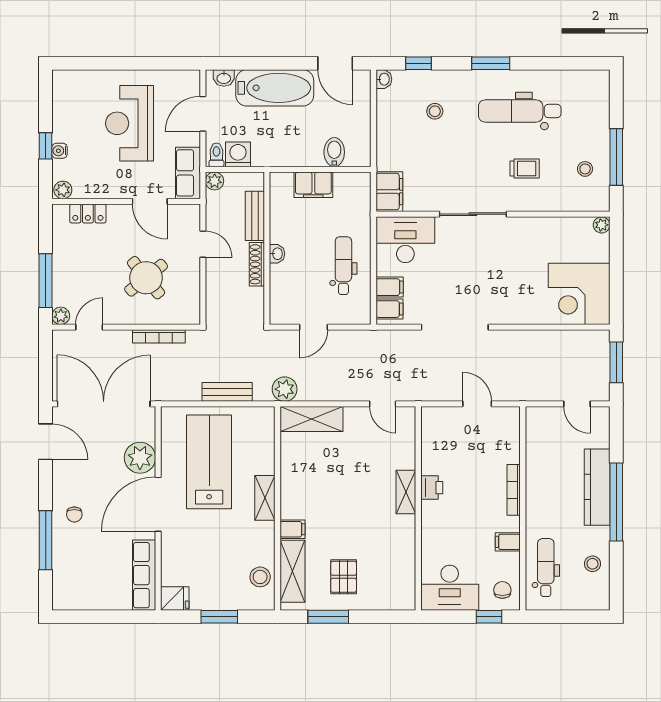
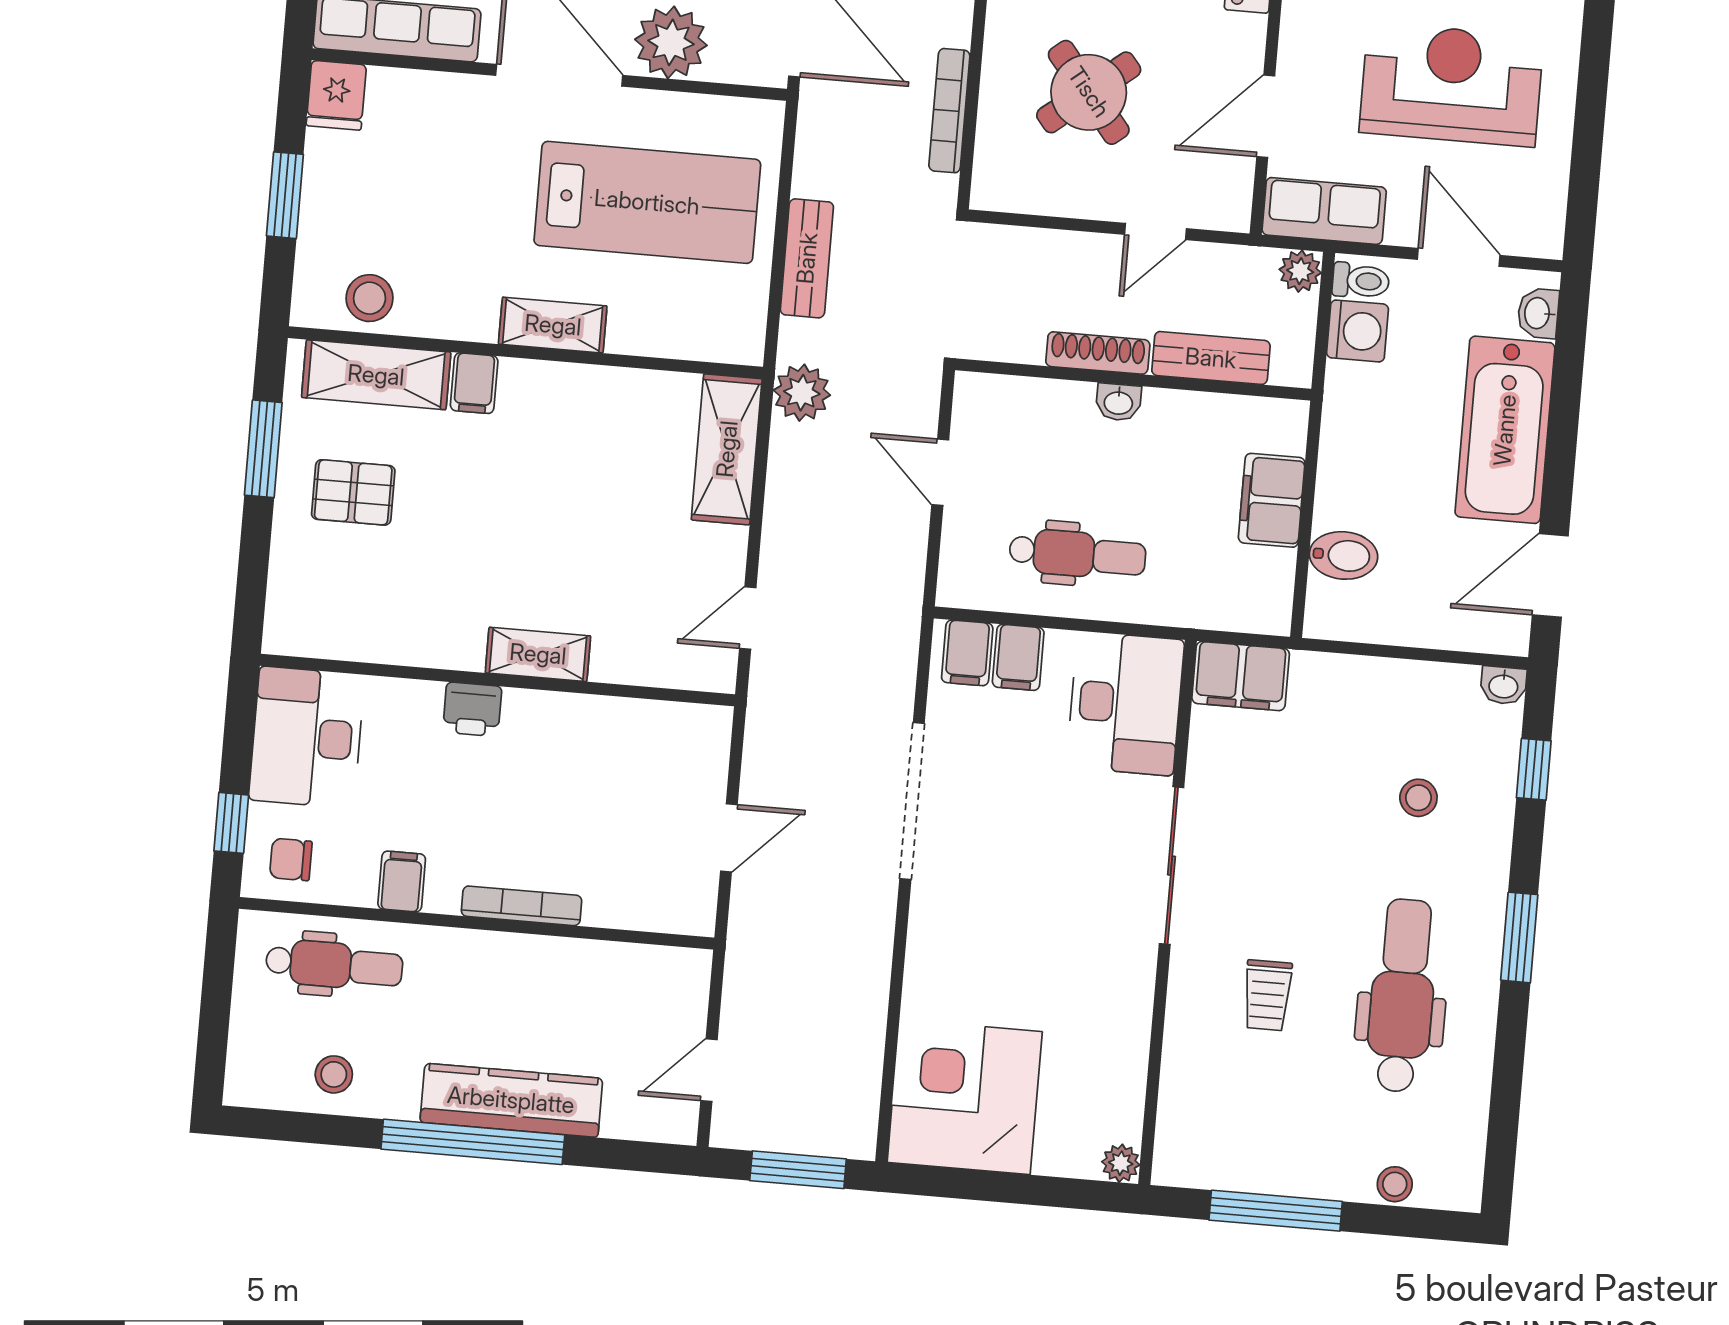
stool: (585, 169) -> (1395, 1184), moved
printer: (432, 488) -> (472, 709), moved
chair: (502, 590) -> (291, 859), turned 180

